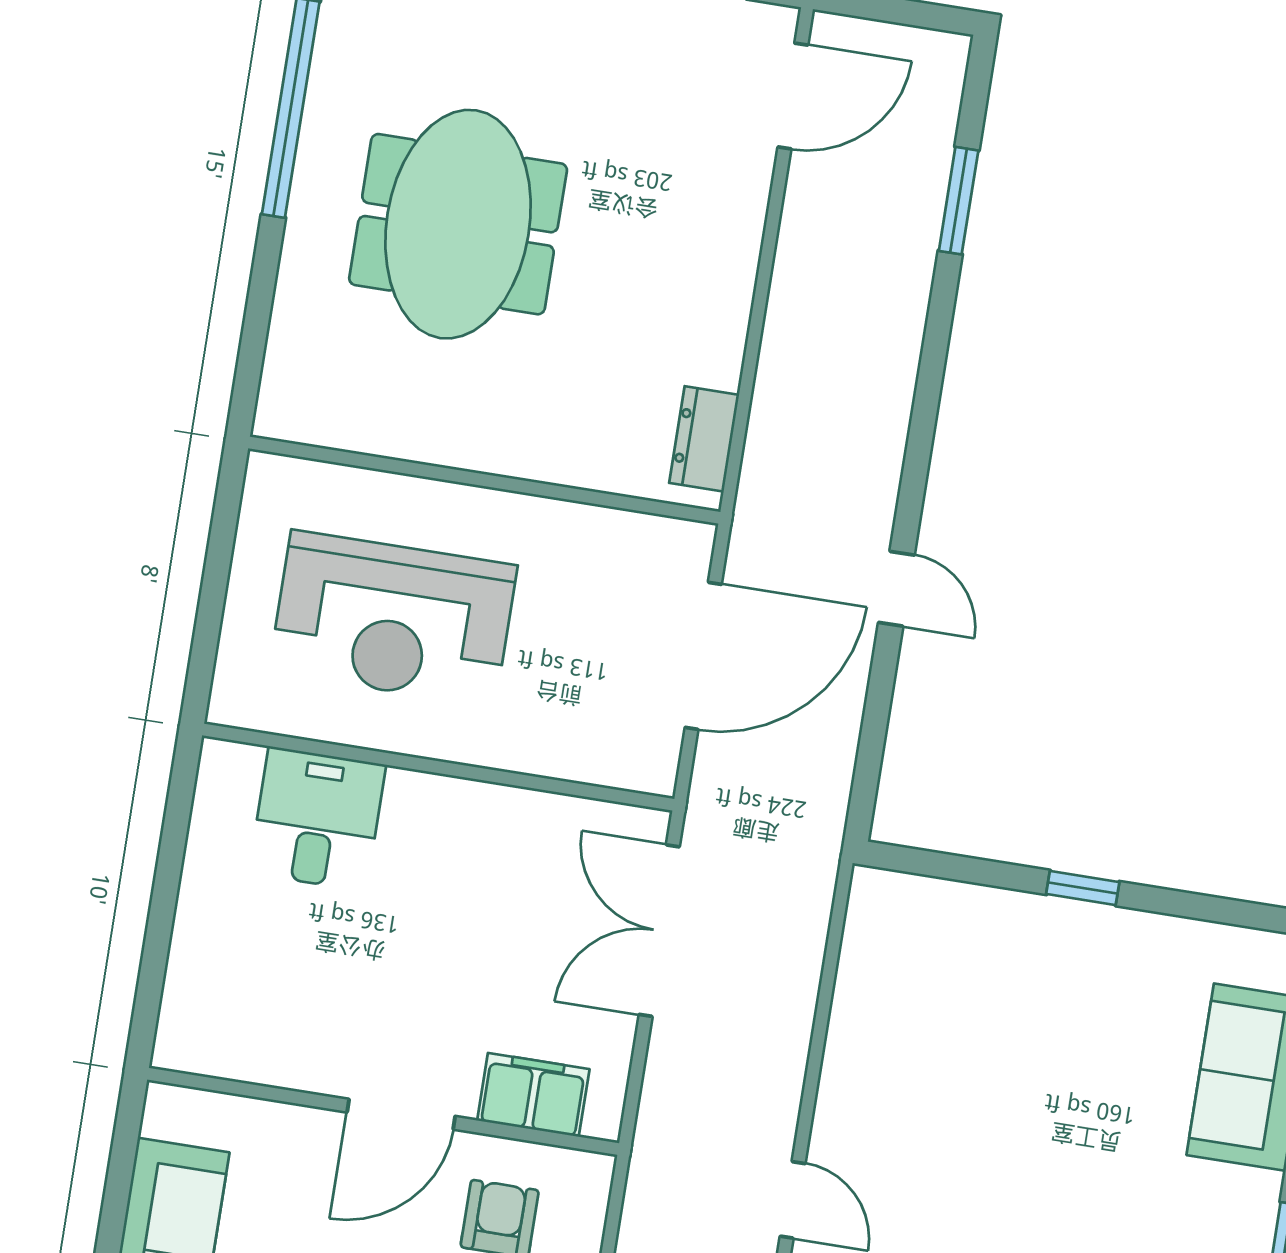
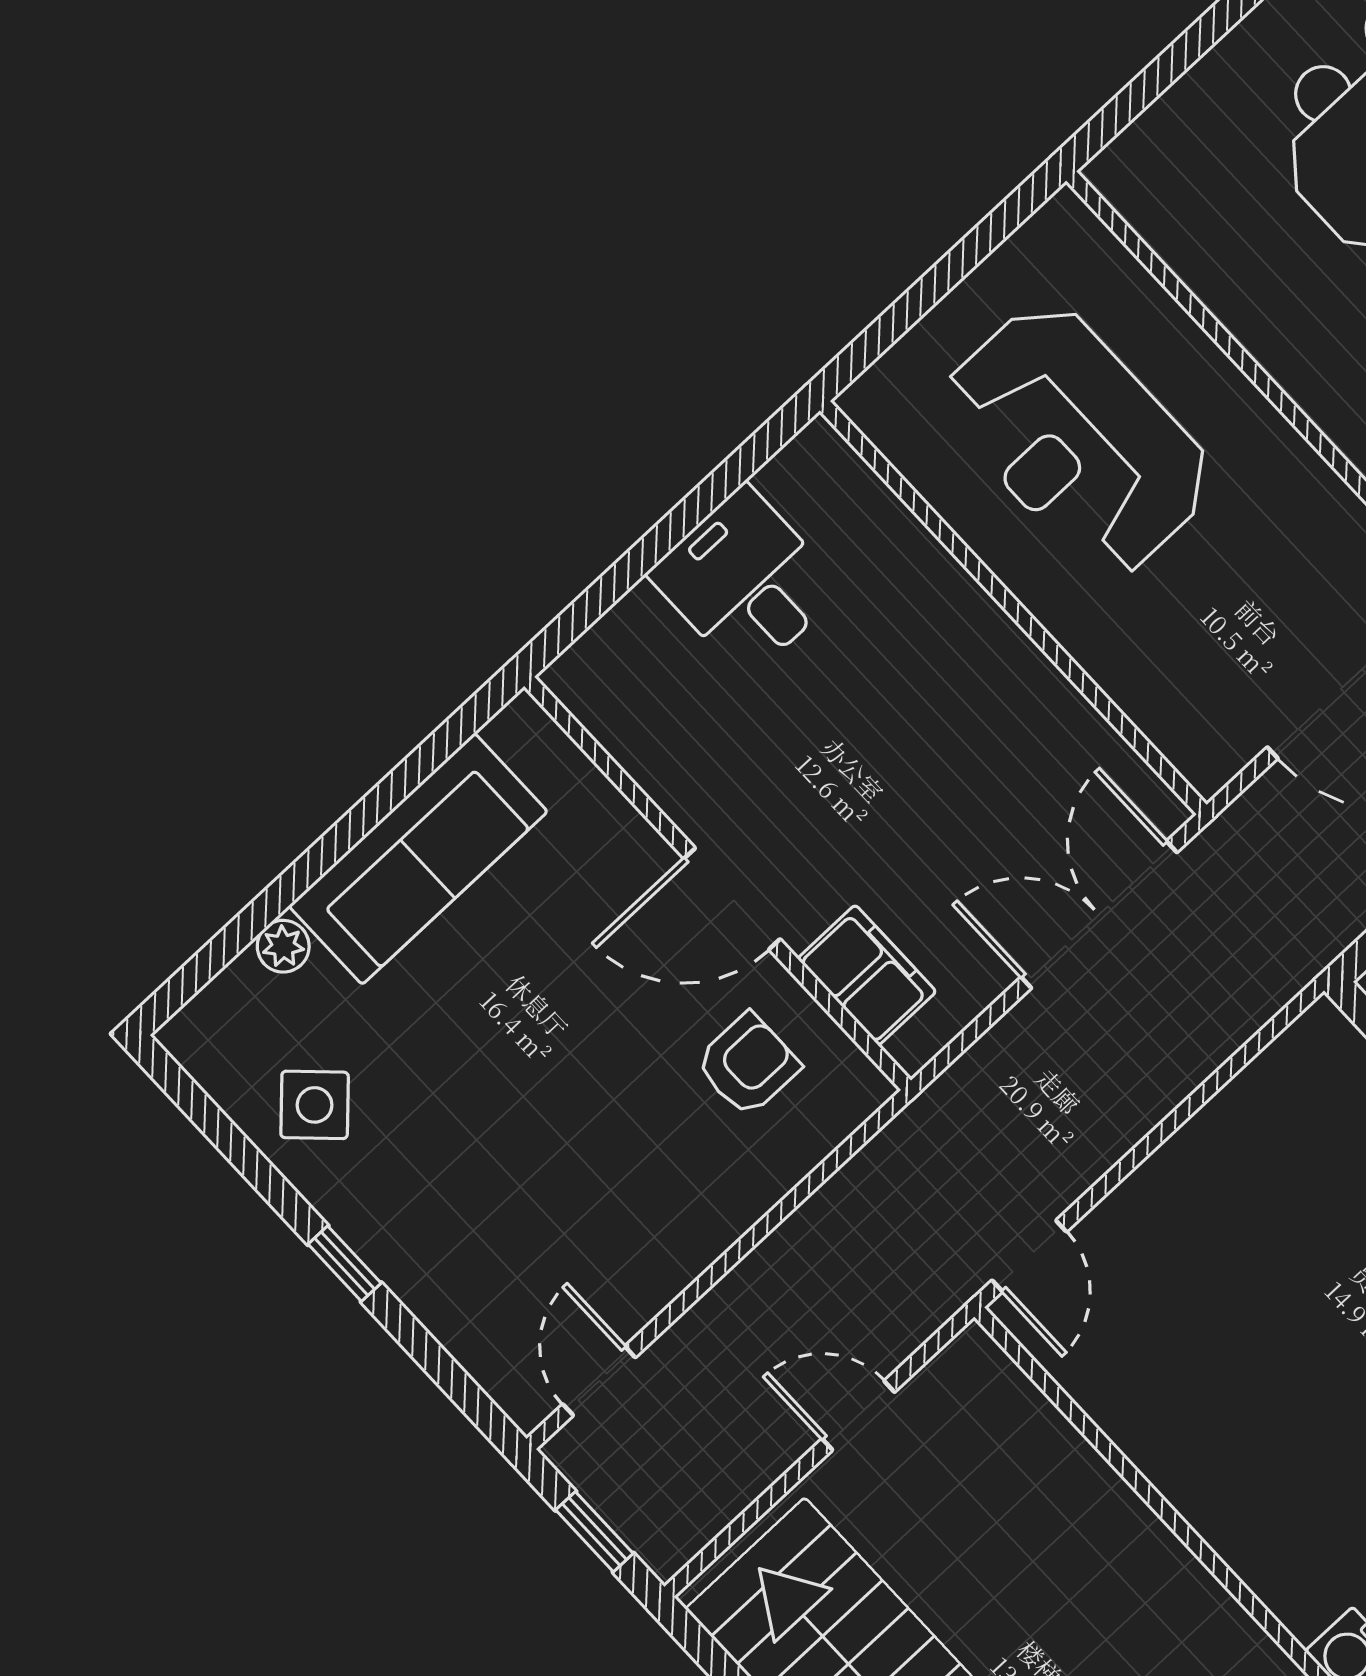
desk: (317, 819) -> (746, 581), moved, turned -90

